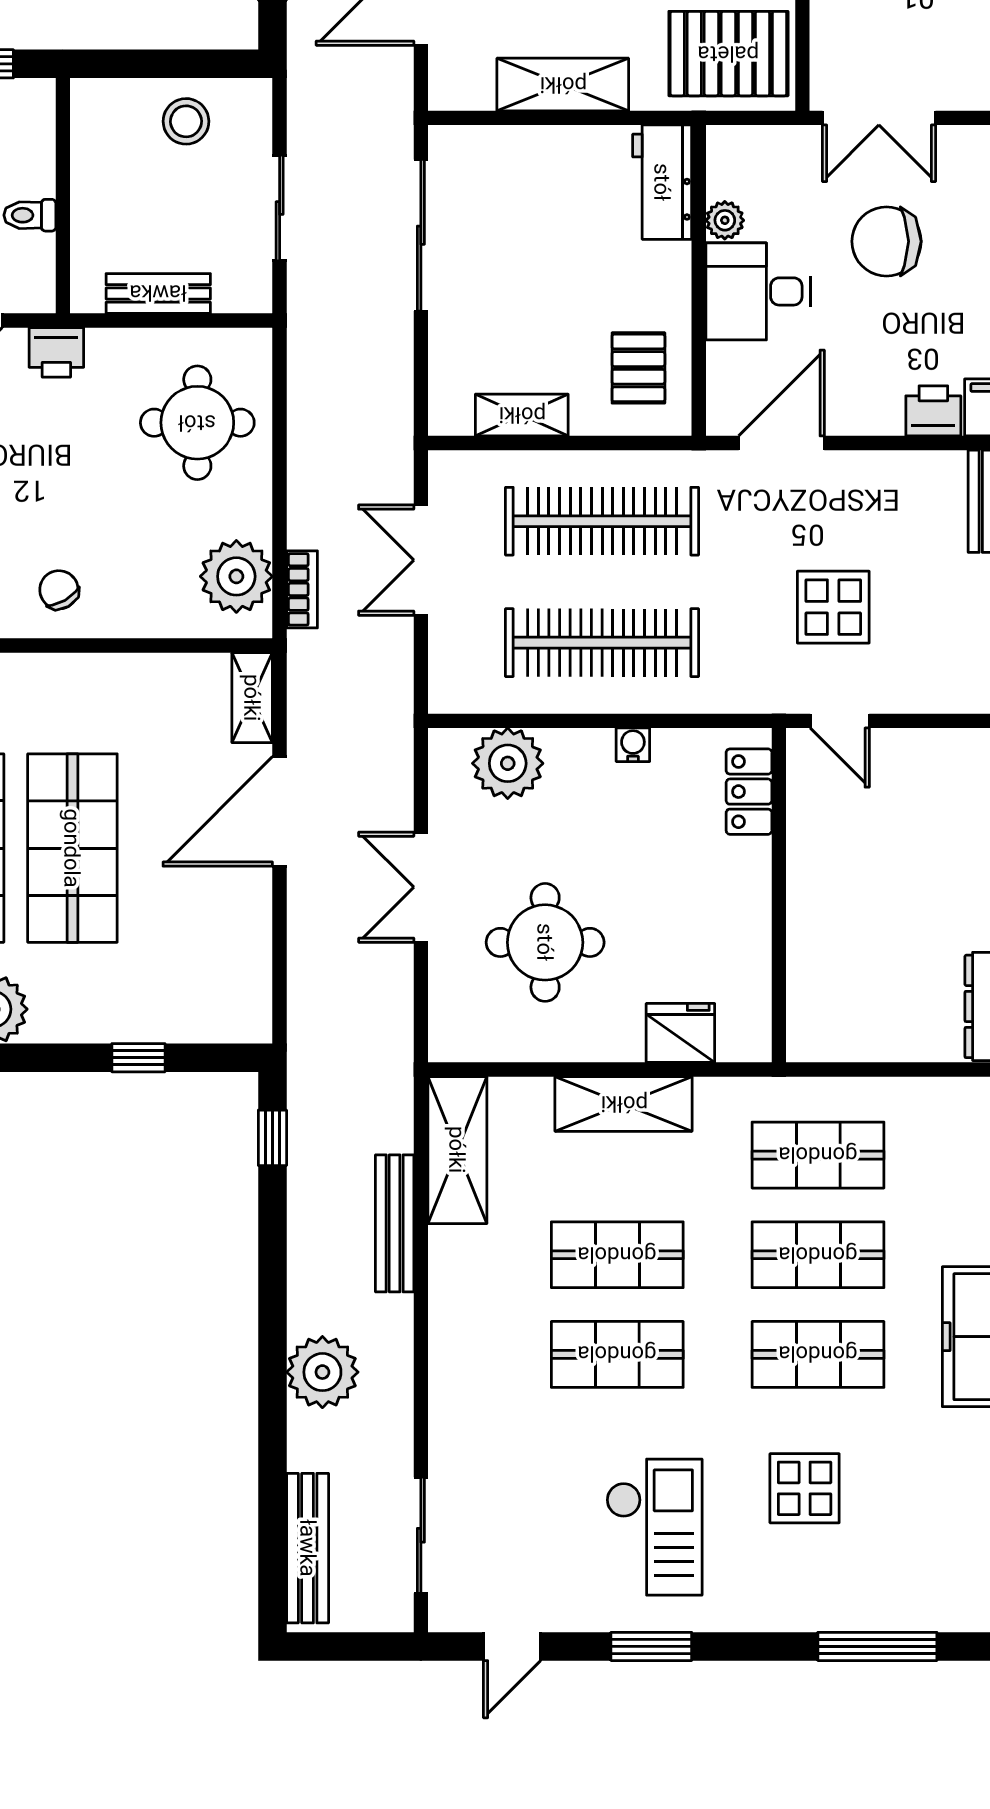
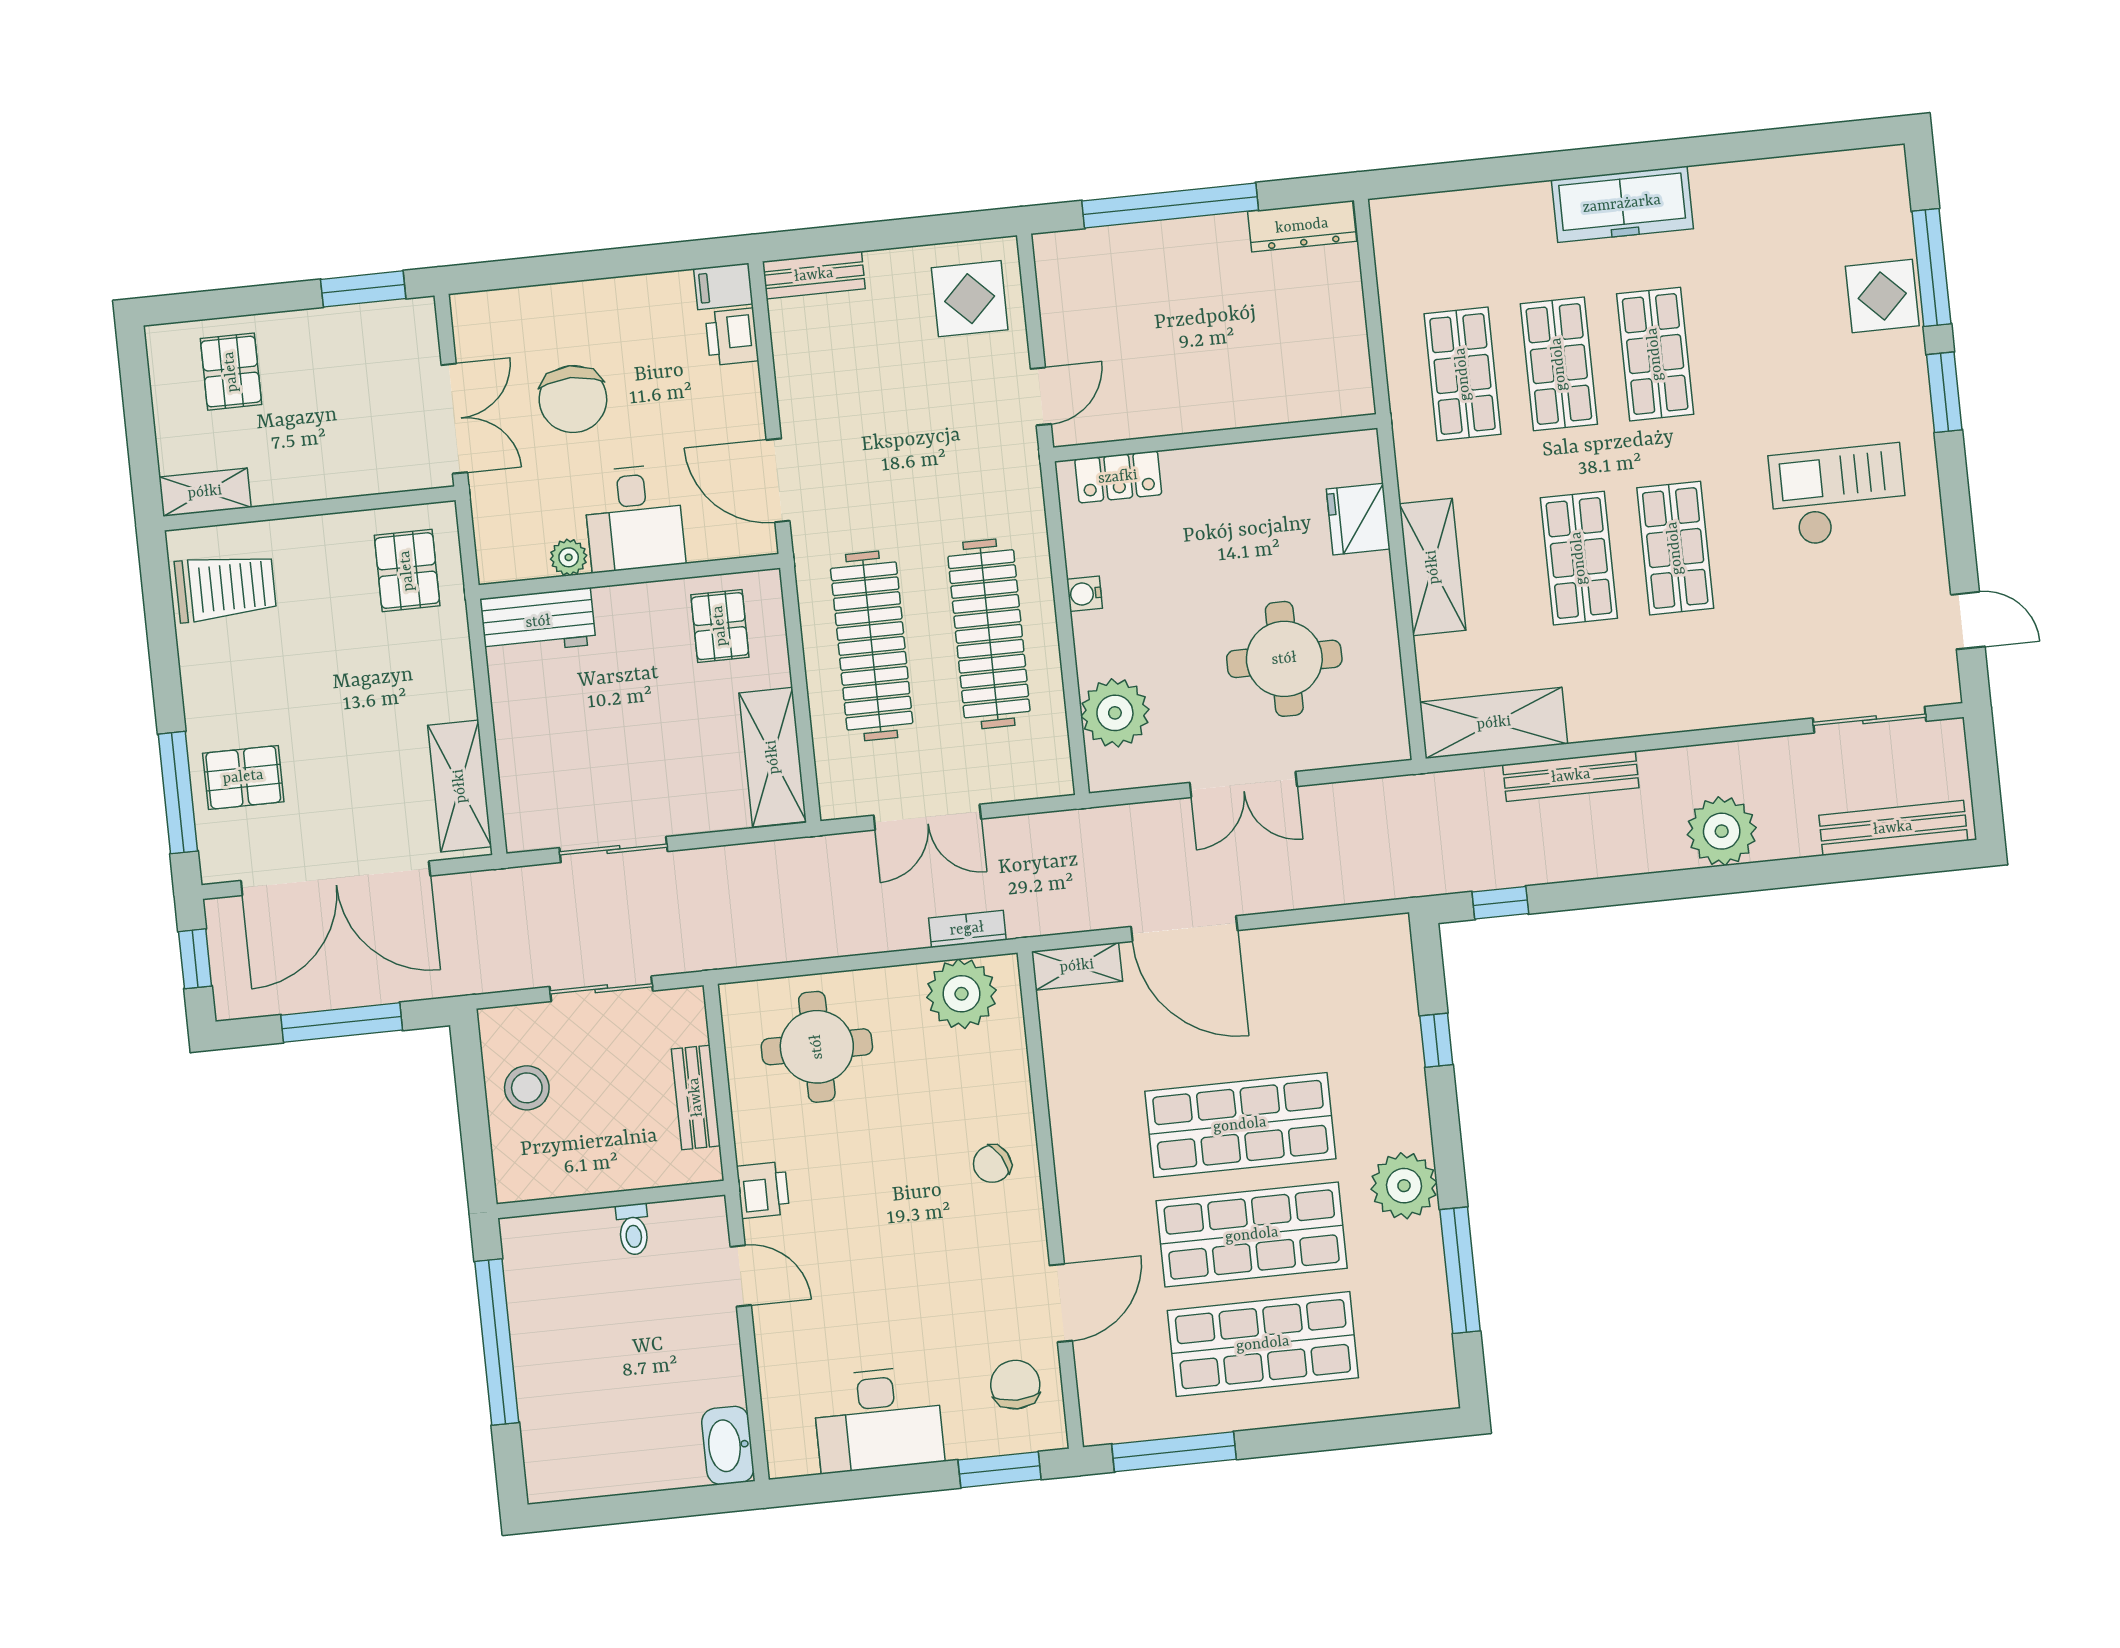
pallet: (728, 54) -> (407, 571), width x0.67, depth x0.71
shelving: (563, 85) -> (460, 786), moved
sliding door: (421, 235) -> (613, 850), width x0.73
pallet: (638, 368) -> (720, 626), turned 90
shelving: (522, 415) -> (773, 757), width x1.50, depth x1.33
display table: (833, 607) -> (970, 299), moved
display table: (805, 1488) -> (1882, 296), moved
window: (651, 1646) -> (1944, 392), moved

